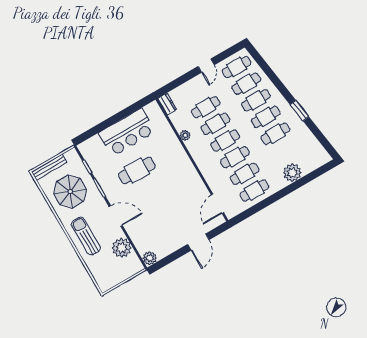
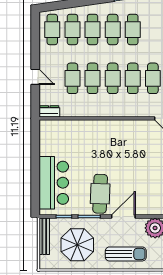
door: (206, 66) -> (35, 77), moved
bar counter: (127, 132) -> (54, 183), moved
plant: (185, 135) -> (87, 112), removed
bench: (49, 167) -> (44, 236), moved
cafe table: (137, 171) -> (100, 194), moved
sun lounger: (86, 236) -> (126, 254), turned 180

